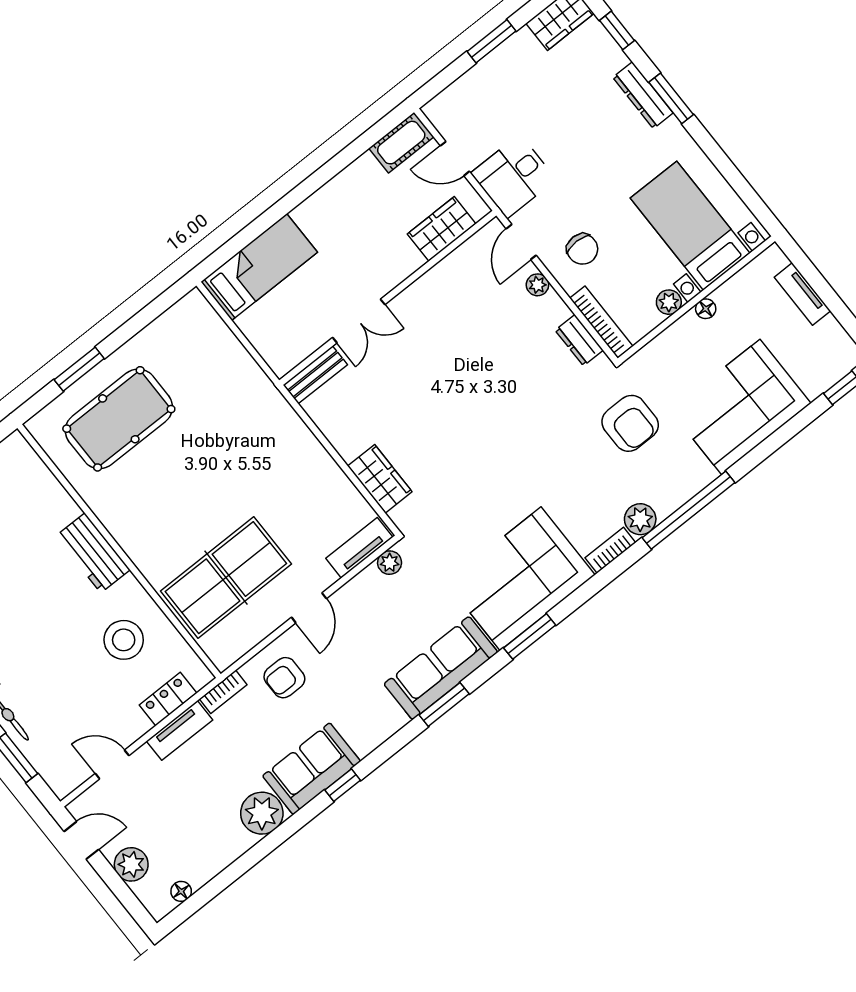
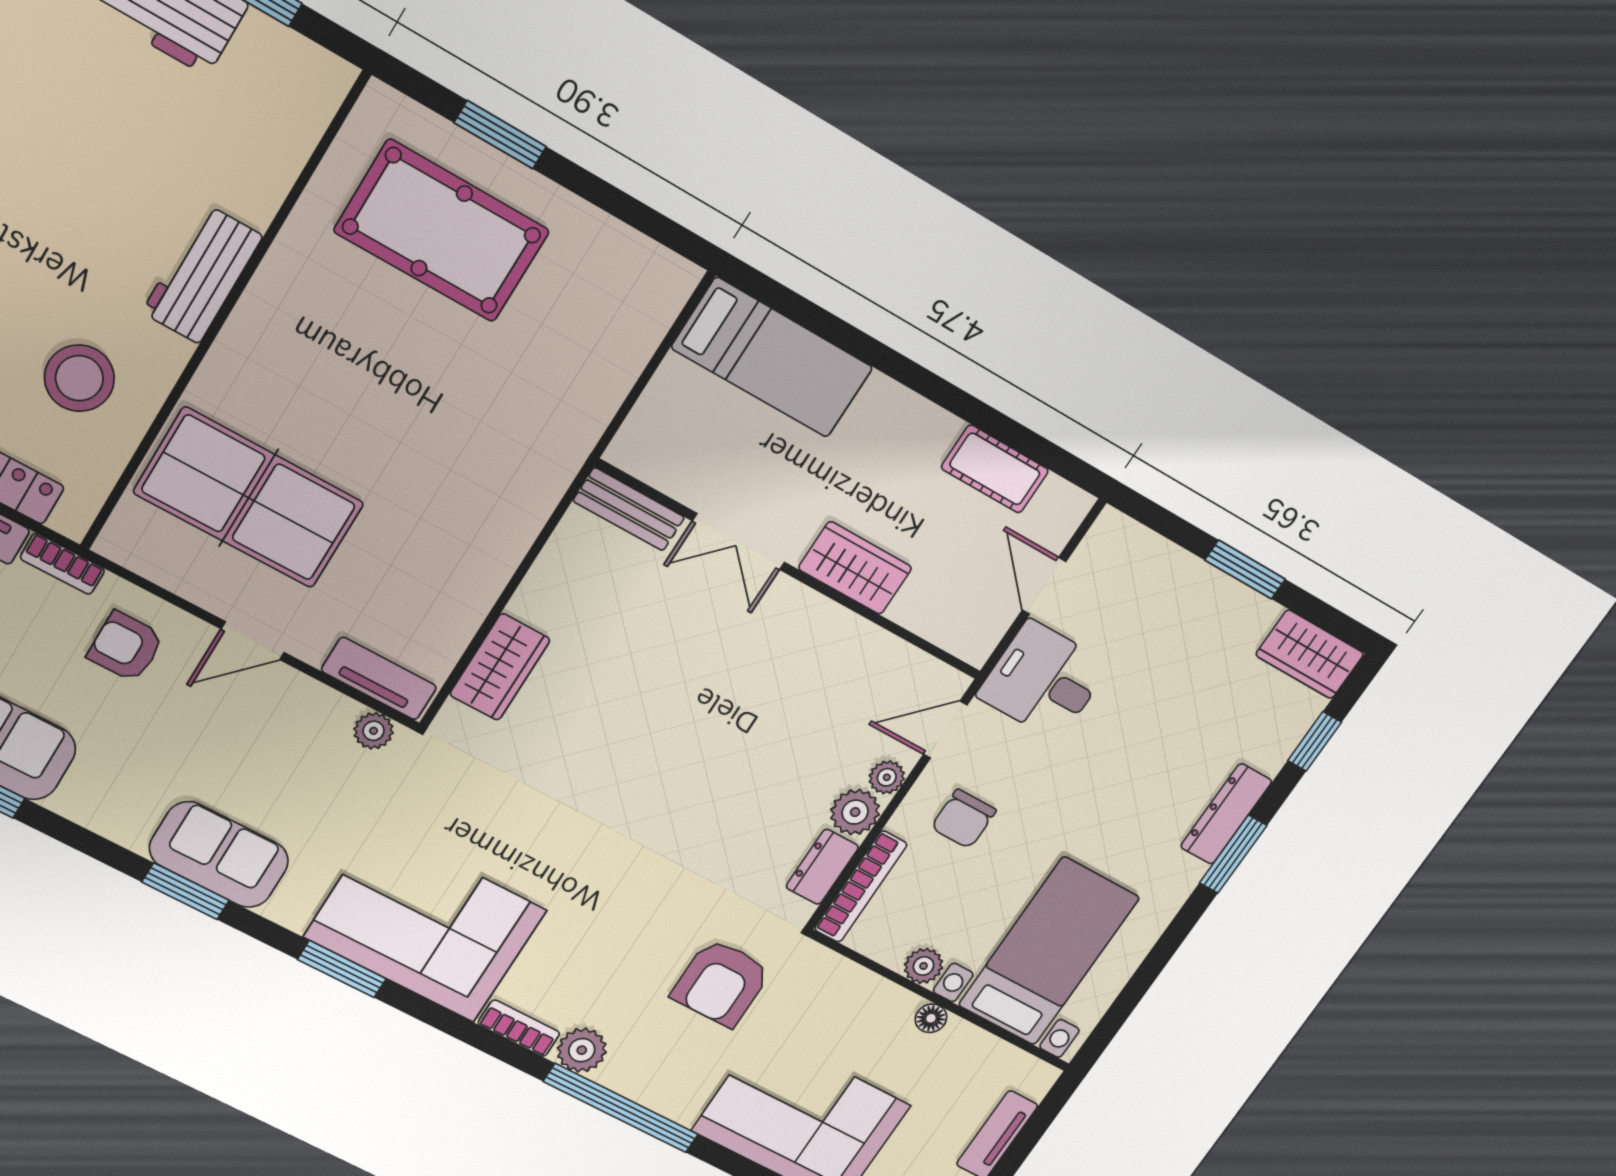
cot: (401, 143) -> (995, 469), moved
wardrobe: (442, 229) -> (855, 568), moved
plant: (552, 310) -> (855, 812), added
sofa: (441, 668) -> (219, 855), width x0.73

